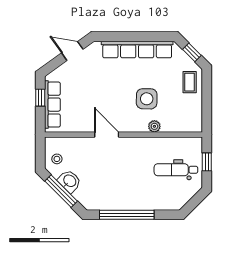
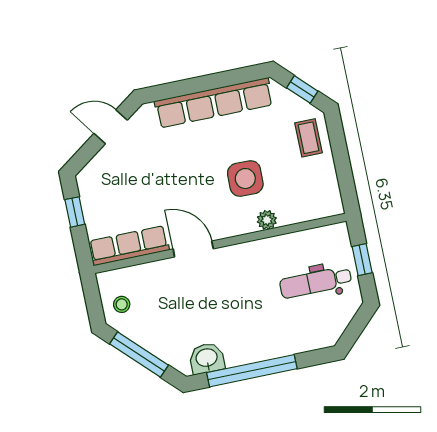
row of seats: (52, 105) -> (129, 246), moved, turned -90
washbasin: (69, 181) -> (207, 358), moved, turned -45

